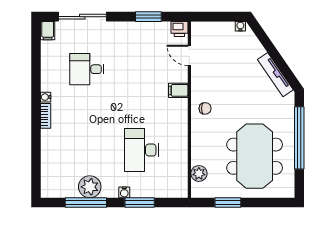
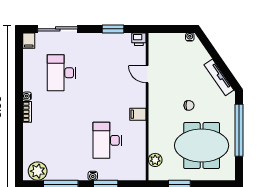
door: (189, 55) -> (147, 74), moved
desk: (87, 69) -> (62, 73), width x1.37
filing cabinet: (178, 90) -> (138, 114), moved
chair: (205, 108) -> (189, 105), moved
meeting table: (255, 156) -> (202, 146), turned 90
plant: (90, 187) -> (38, 171), moved

